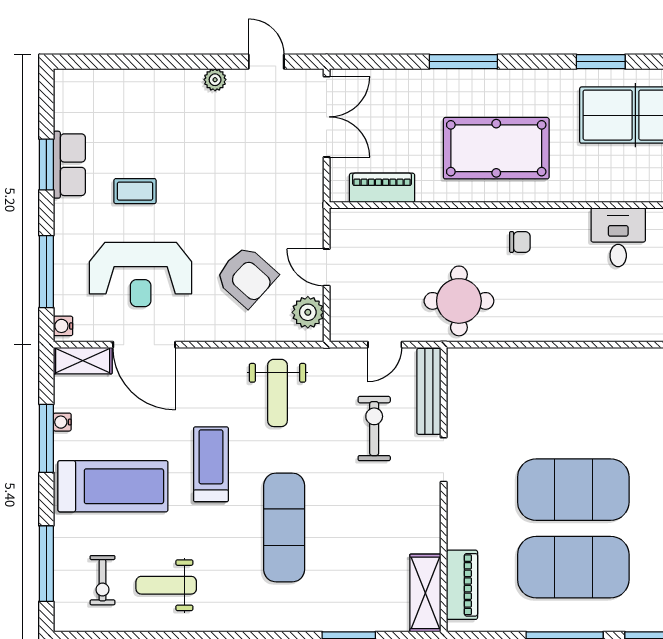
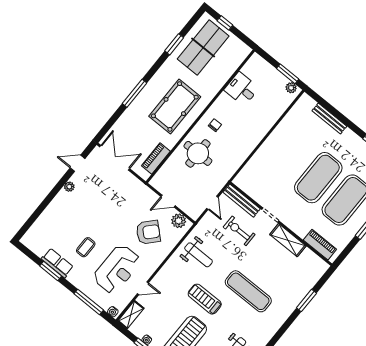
round table: (459, 301) -> (198, 153), moved
door: (144, 345) -> (143, 288), width x0.53
shelving: (425, 593) -> (288, 240), moved

